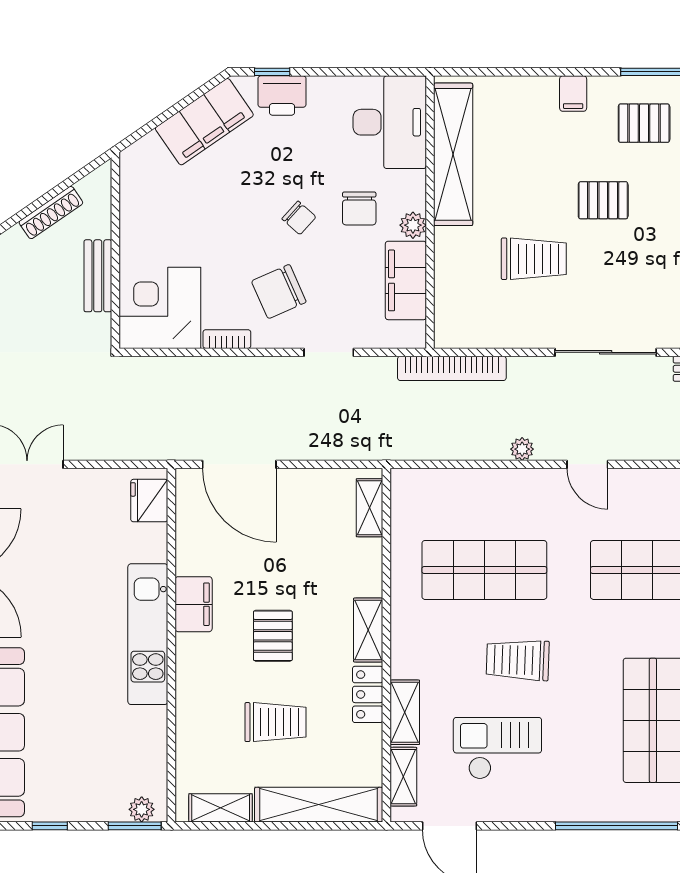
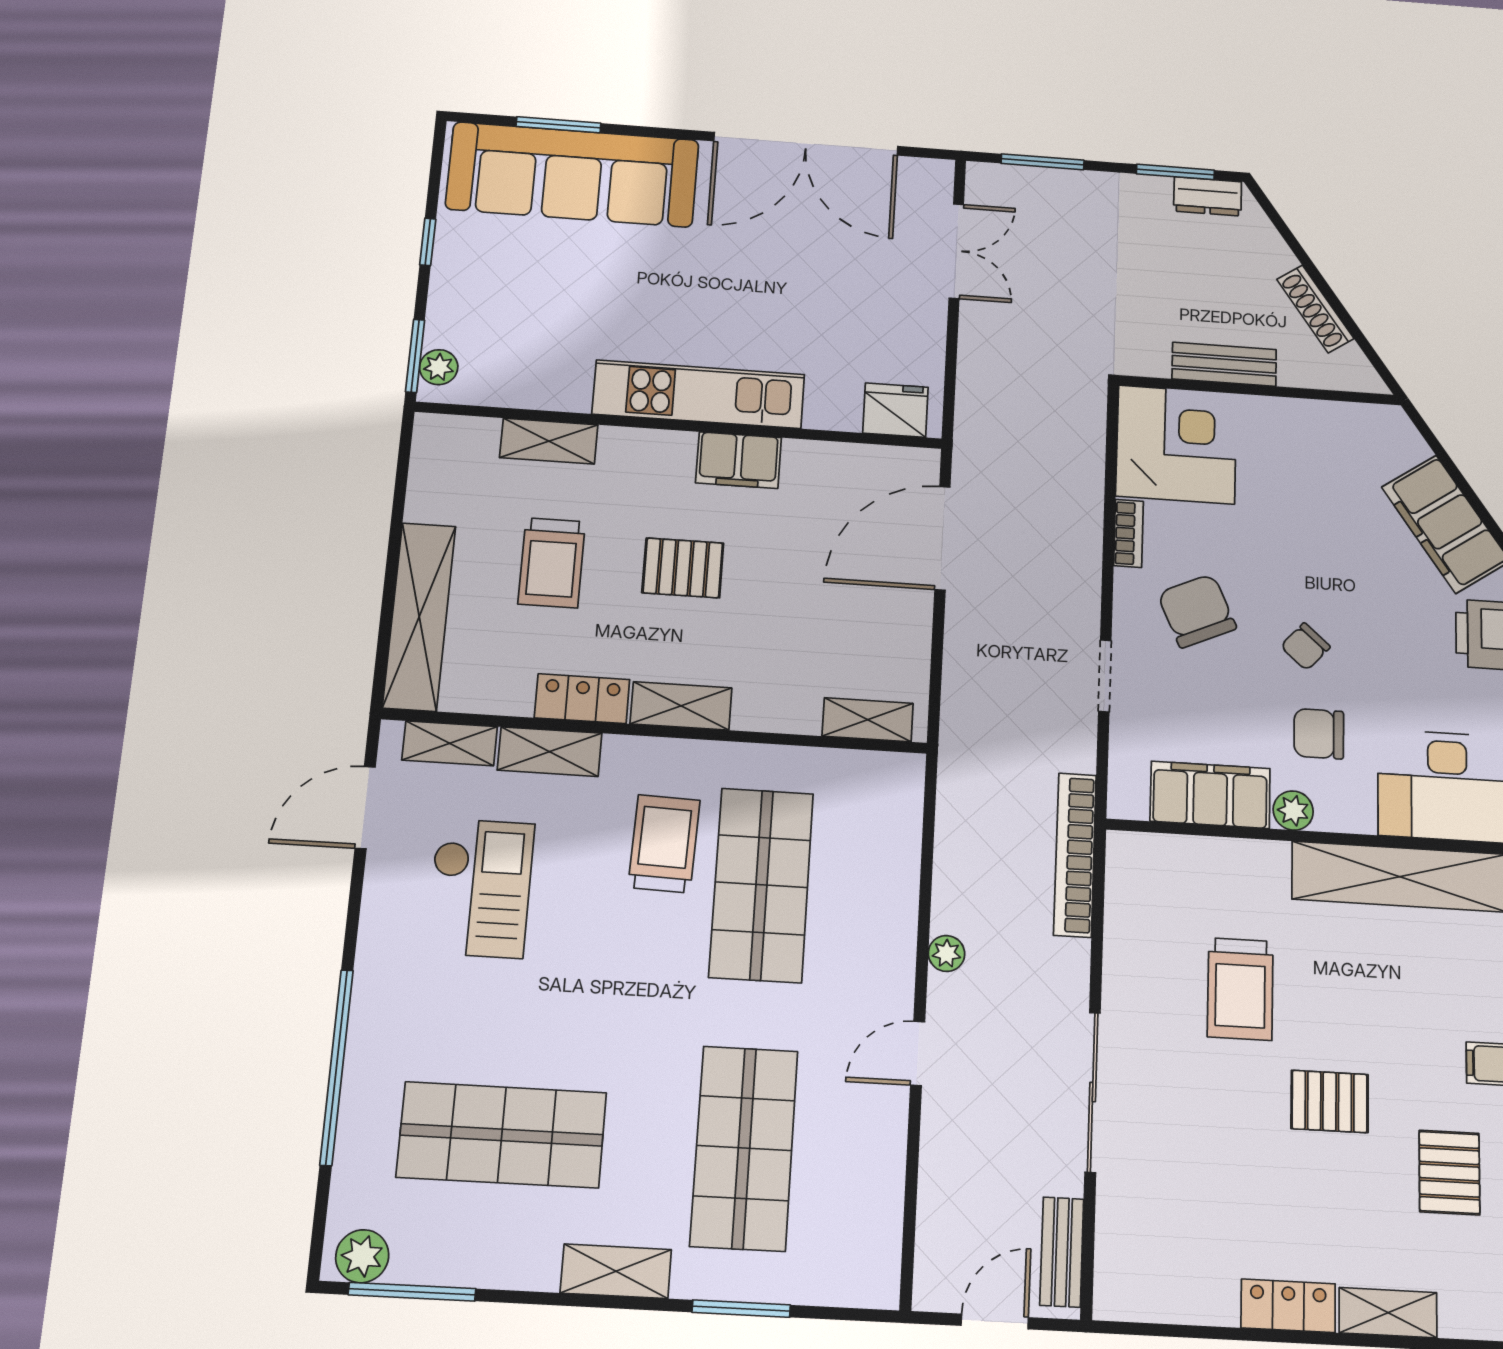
pallet: (603, 200) -> (1330, 1101), turned 90
trolley: (518, 660) -> (664, 844), moved
shelving: (221, 808) -> (549, 441), moved, turned 90

